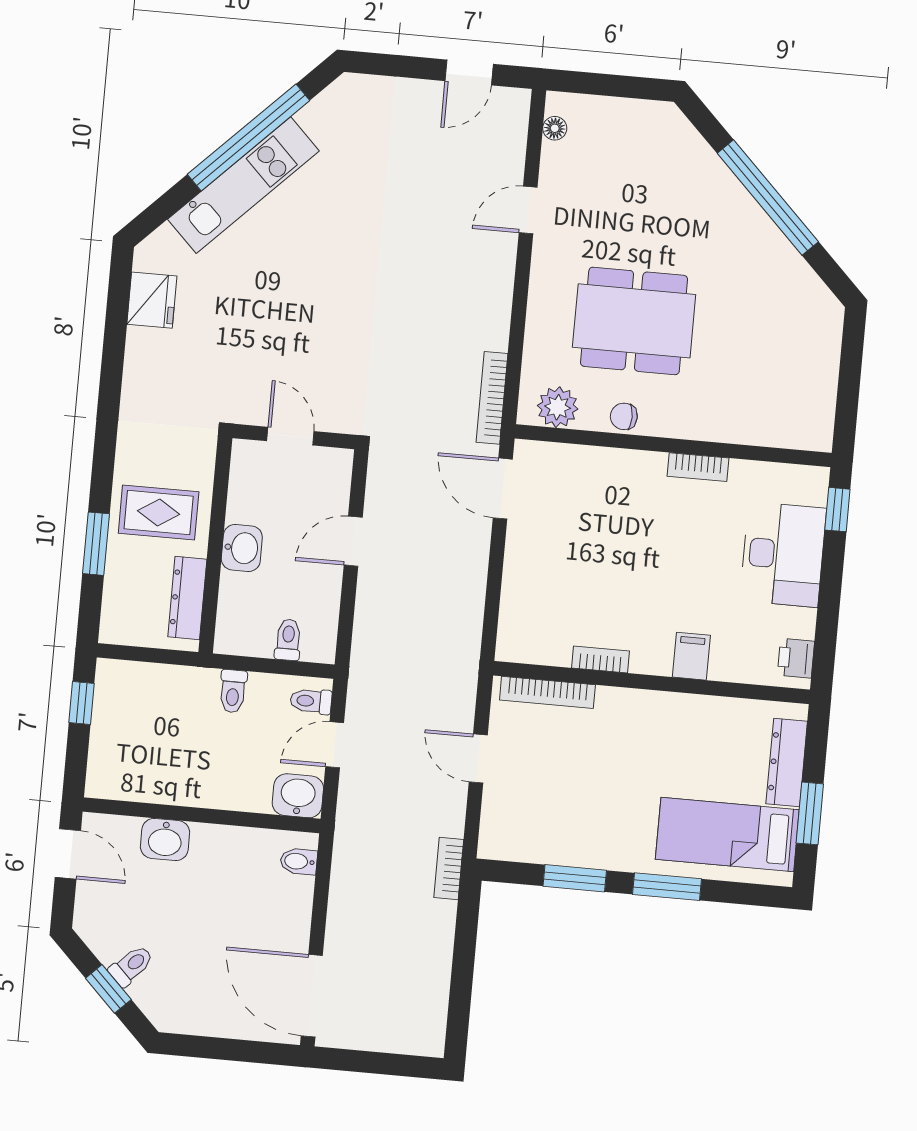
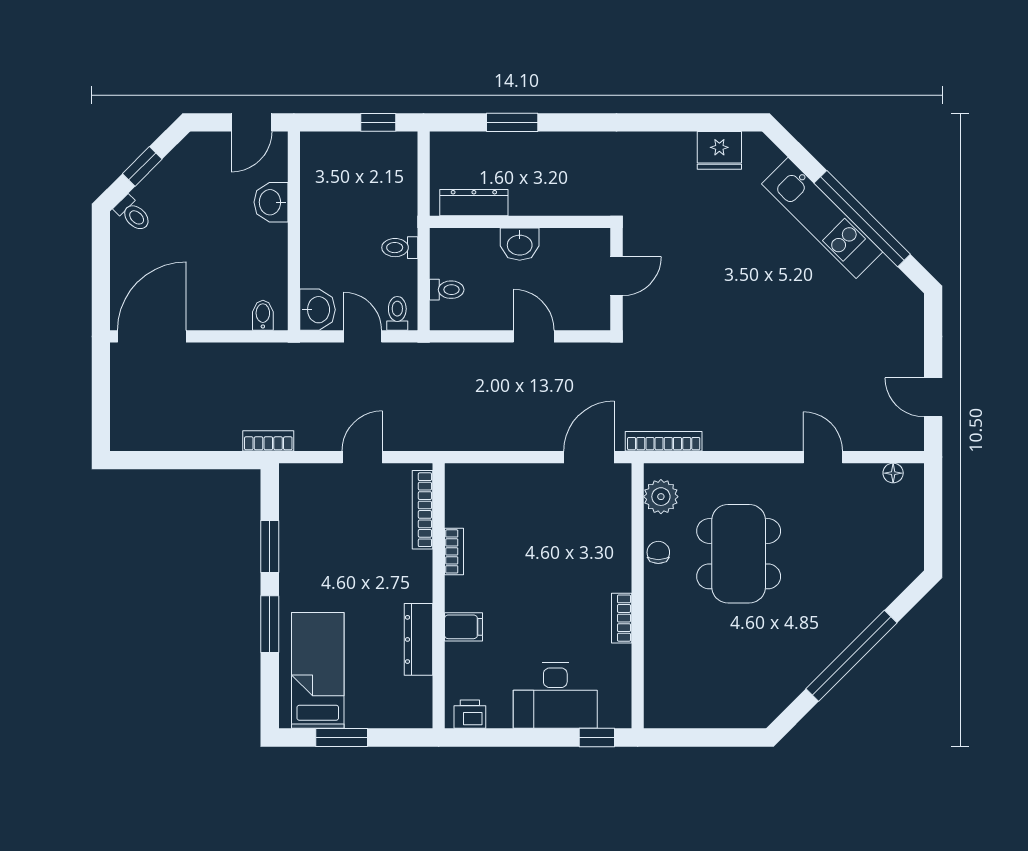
rug: (159, 513) -> (543, 172), removed
dresser: (787, 762) -> (418, 639), moved, turned -90
toilet: (131, 966) -> (133, 214), moved

